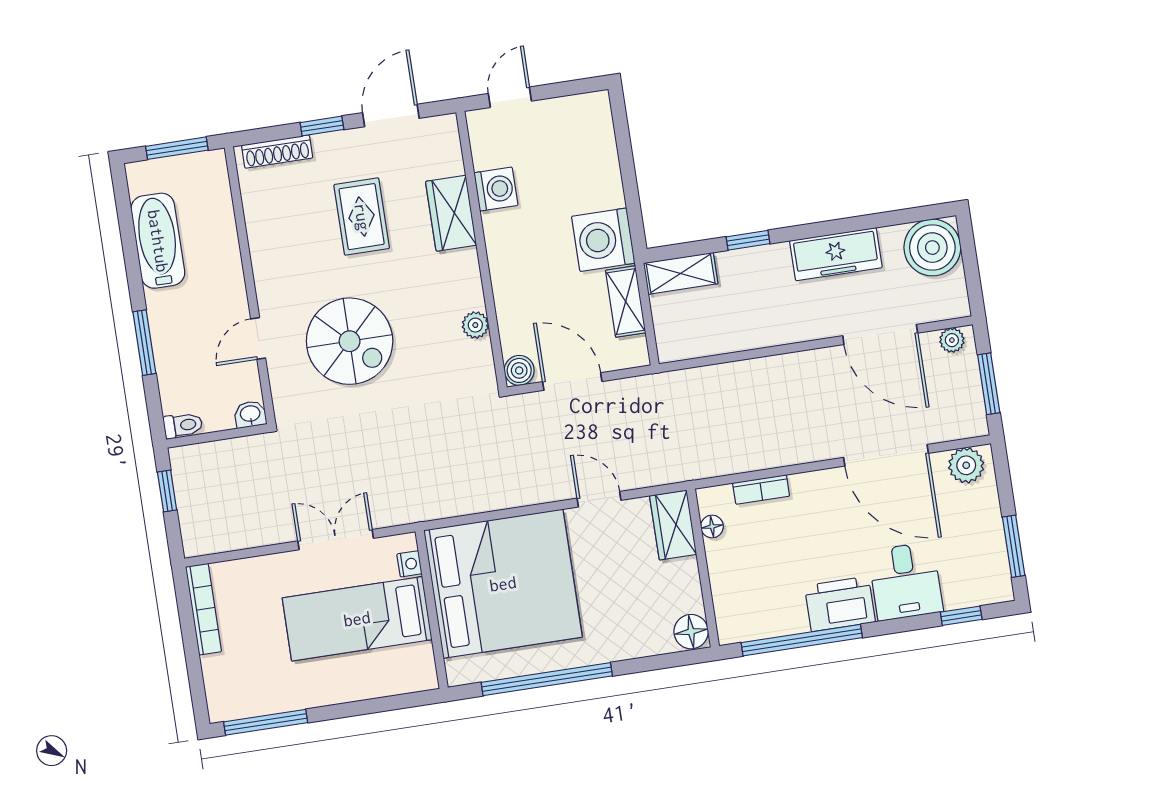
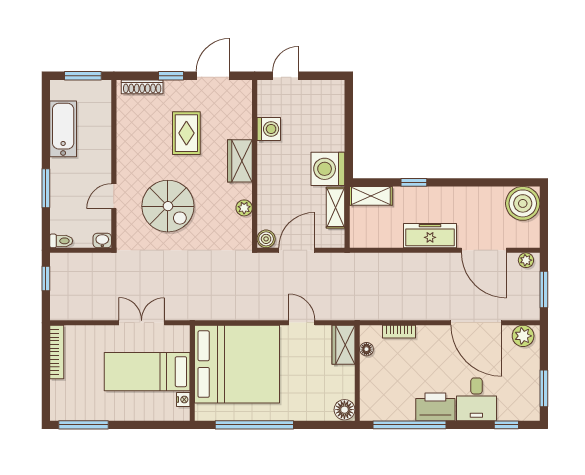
wardrobe: (451, 213) -> (240, 161), moved
freezer: (836, 254) -> (430, 236), moved, turned 180
door: (572, 382) -> (297, 250), hinge flipped
nightstand: (409, 564) -> (183, 400), moved

